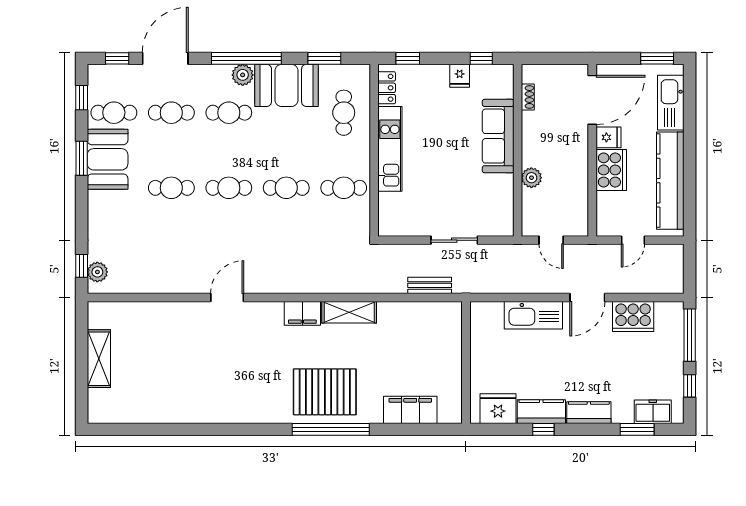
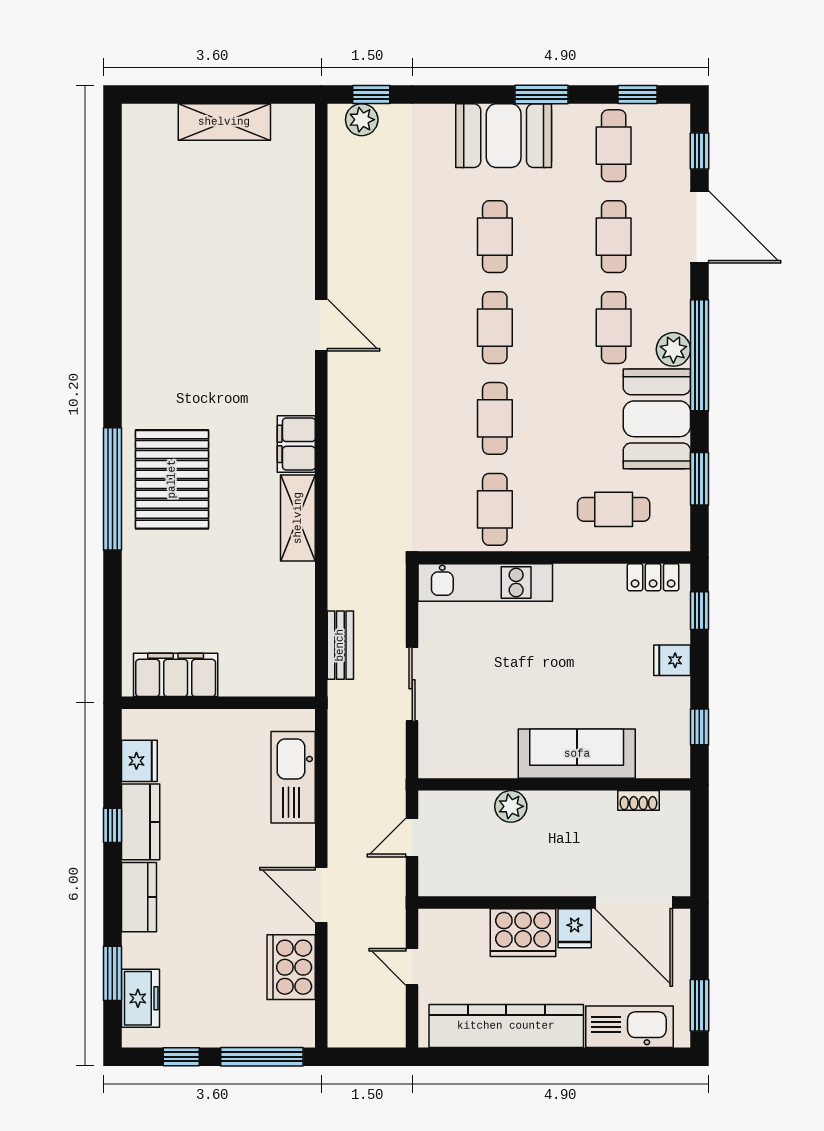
fridge: (460, 76) -> (672, 660), moved
kitchen unit: (390, 149) -> (485, 582), moved
booth: (108, 159) -> (504, 136), moved
kitchen sink: (533, 315) -> (293, 777), moved
fridge: (498, 409) -> (139, 761), width x0.73, depth x0.75
filing cabinet: (410, 410) -> (176, 675), moved, turned -90

